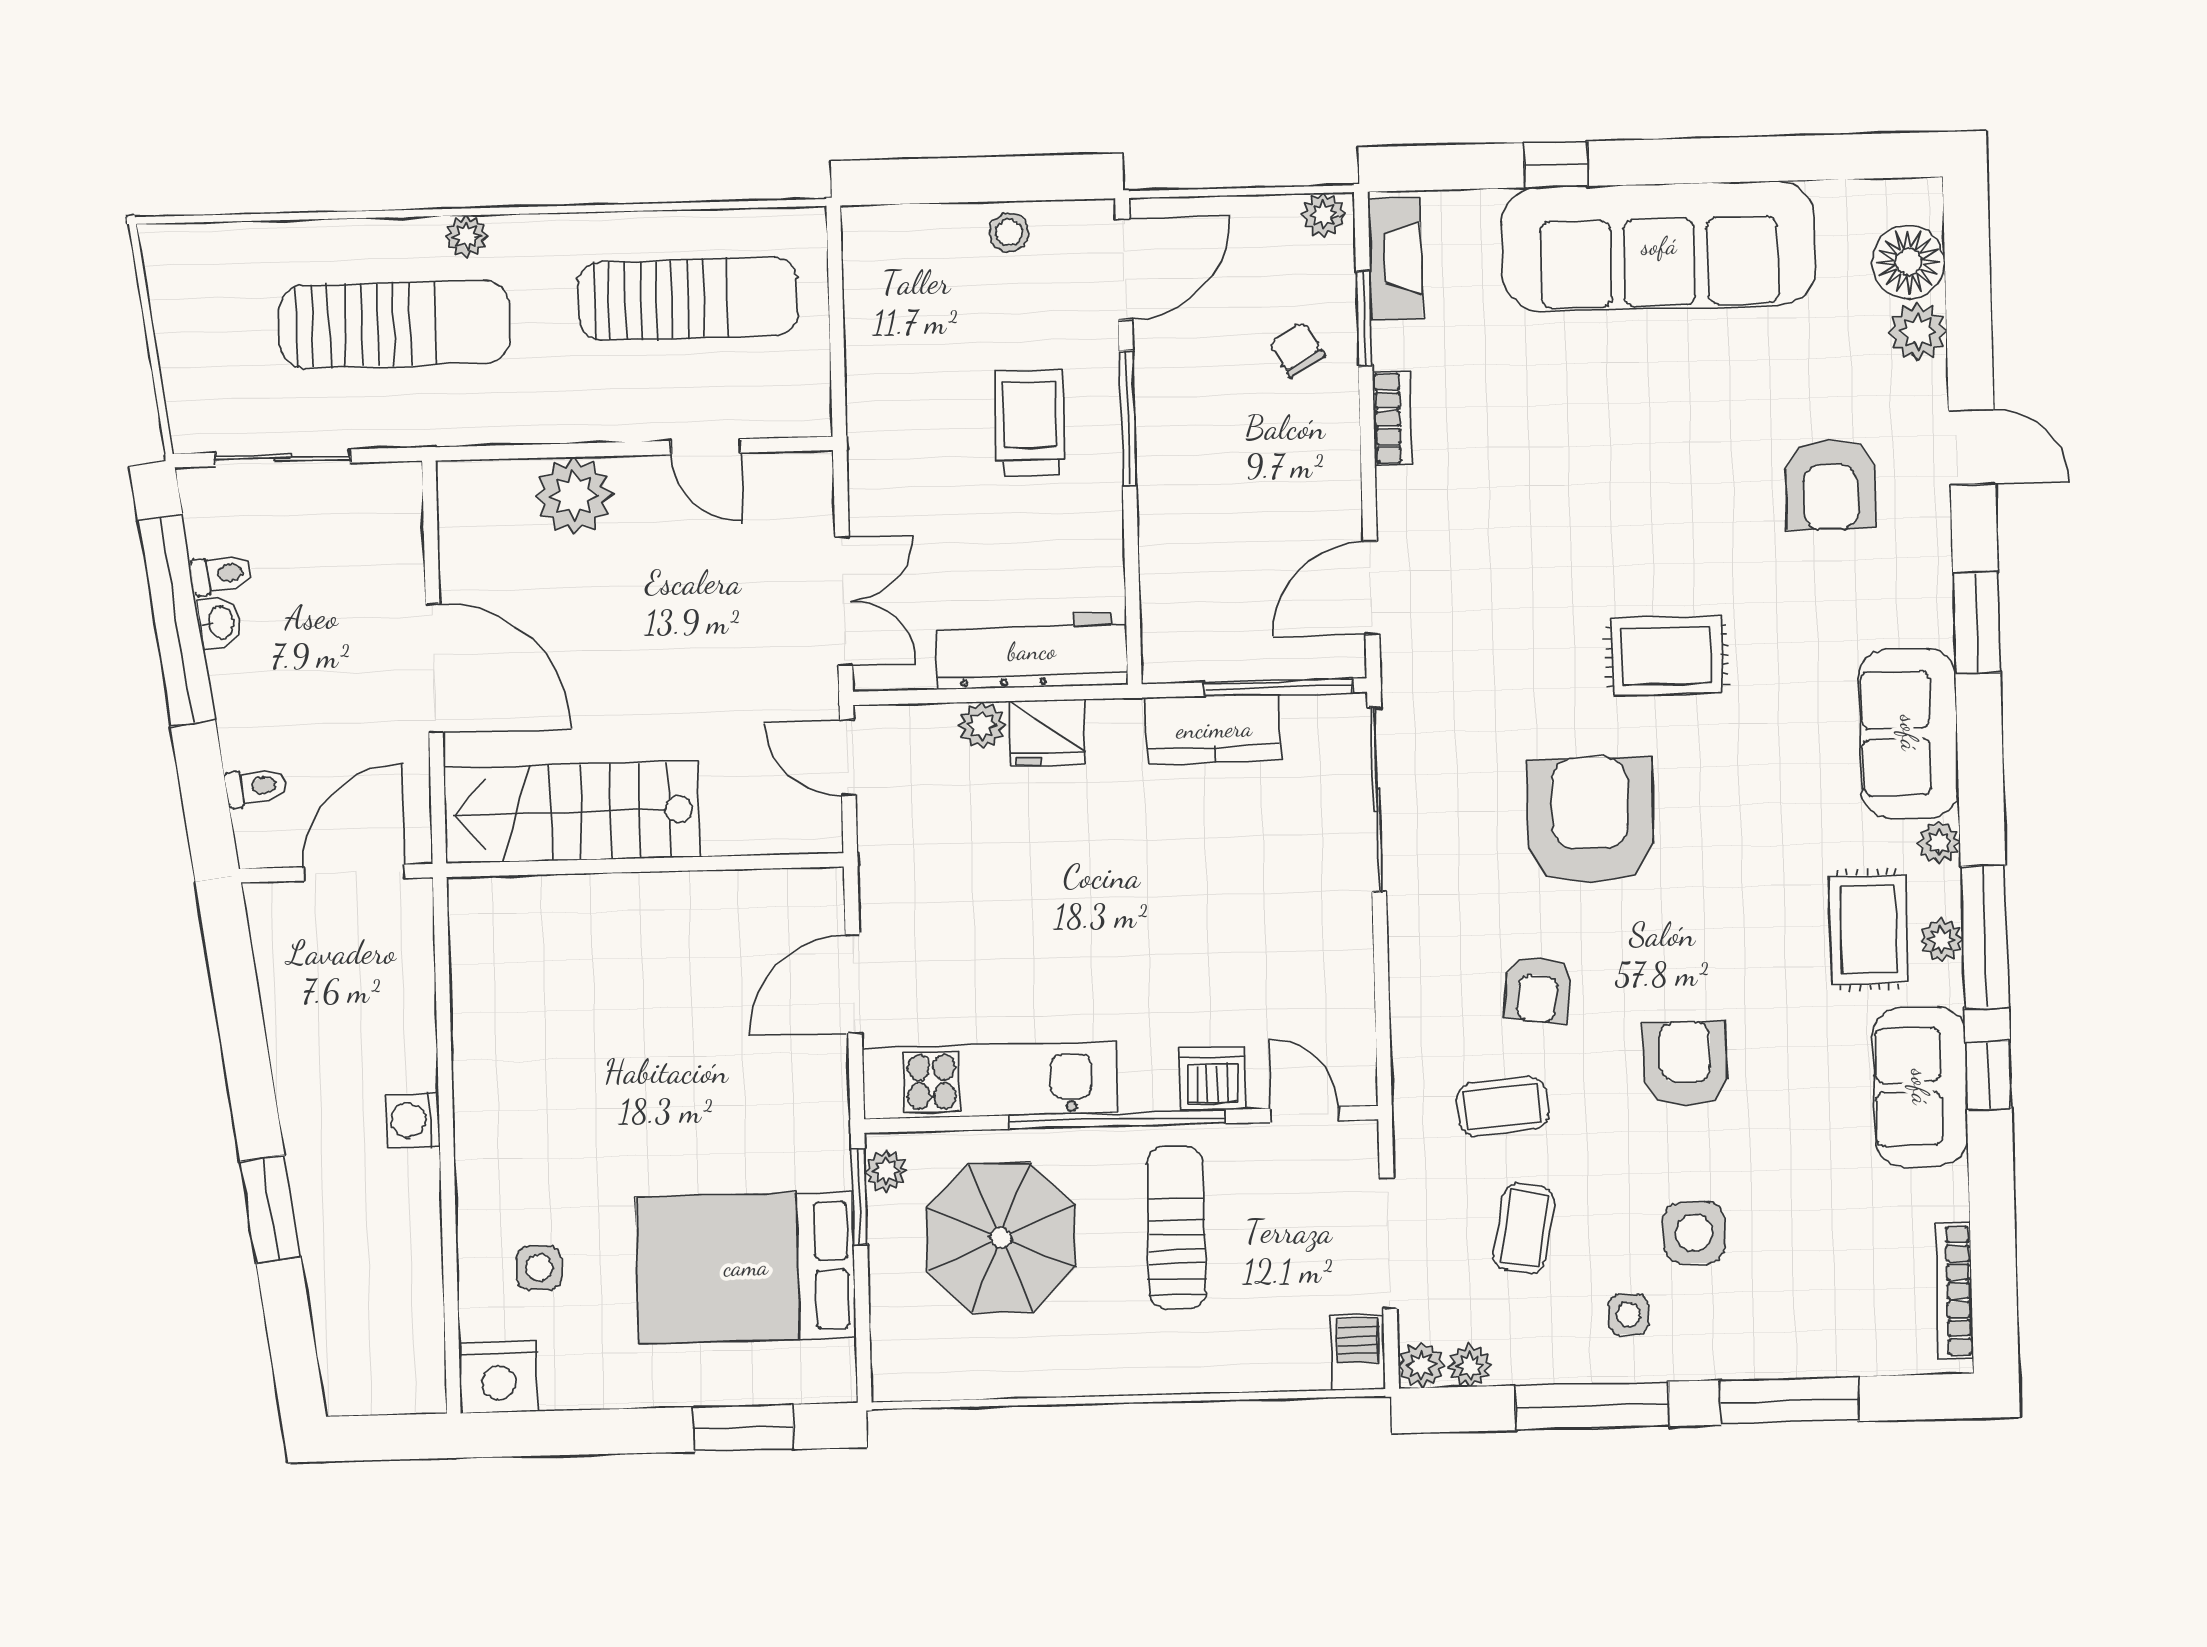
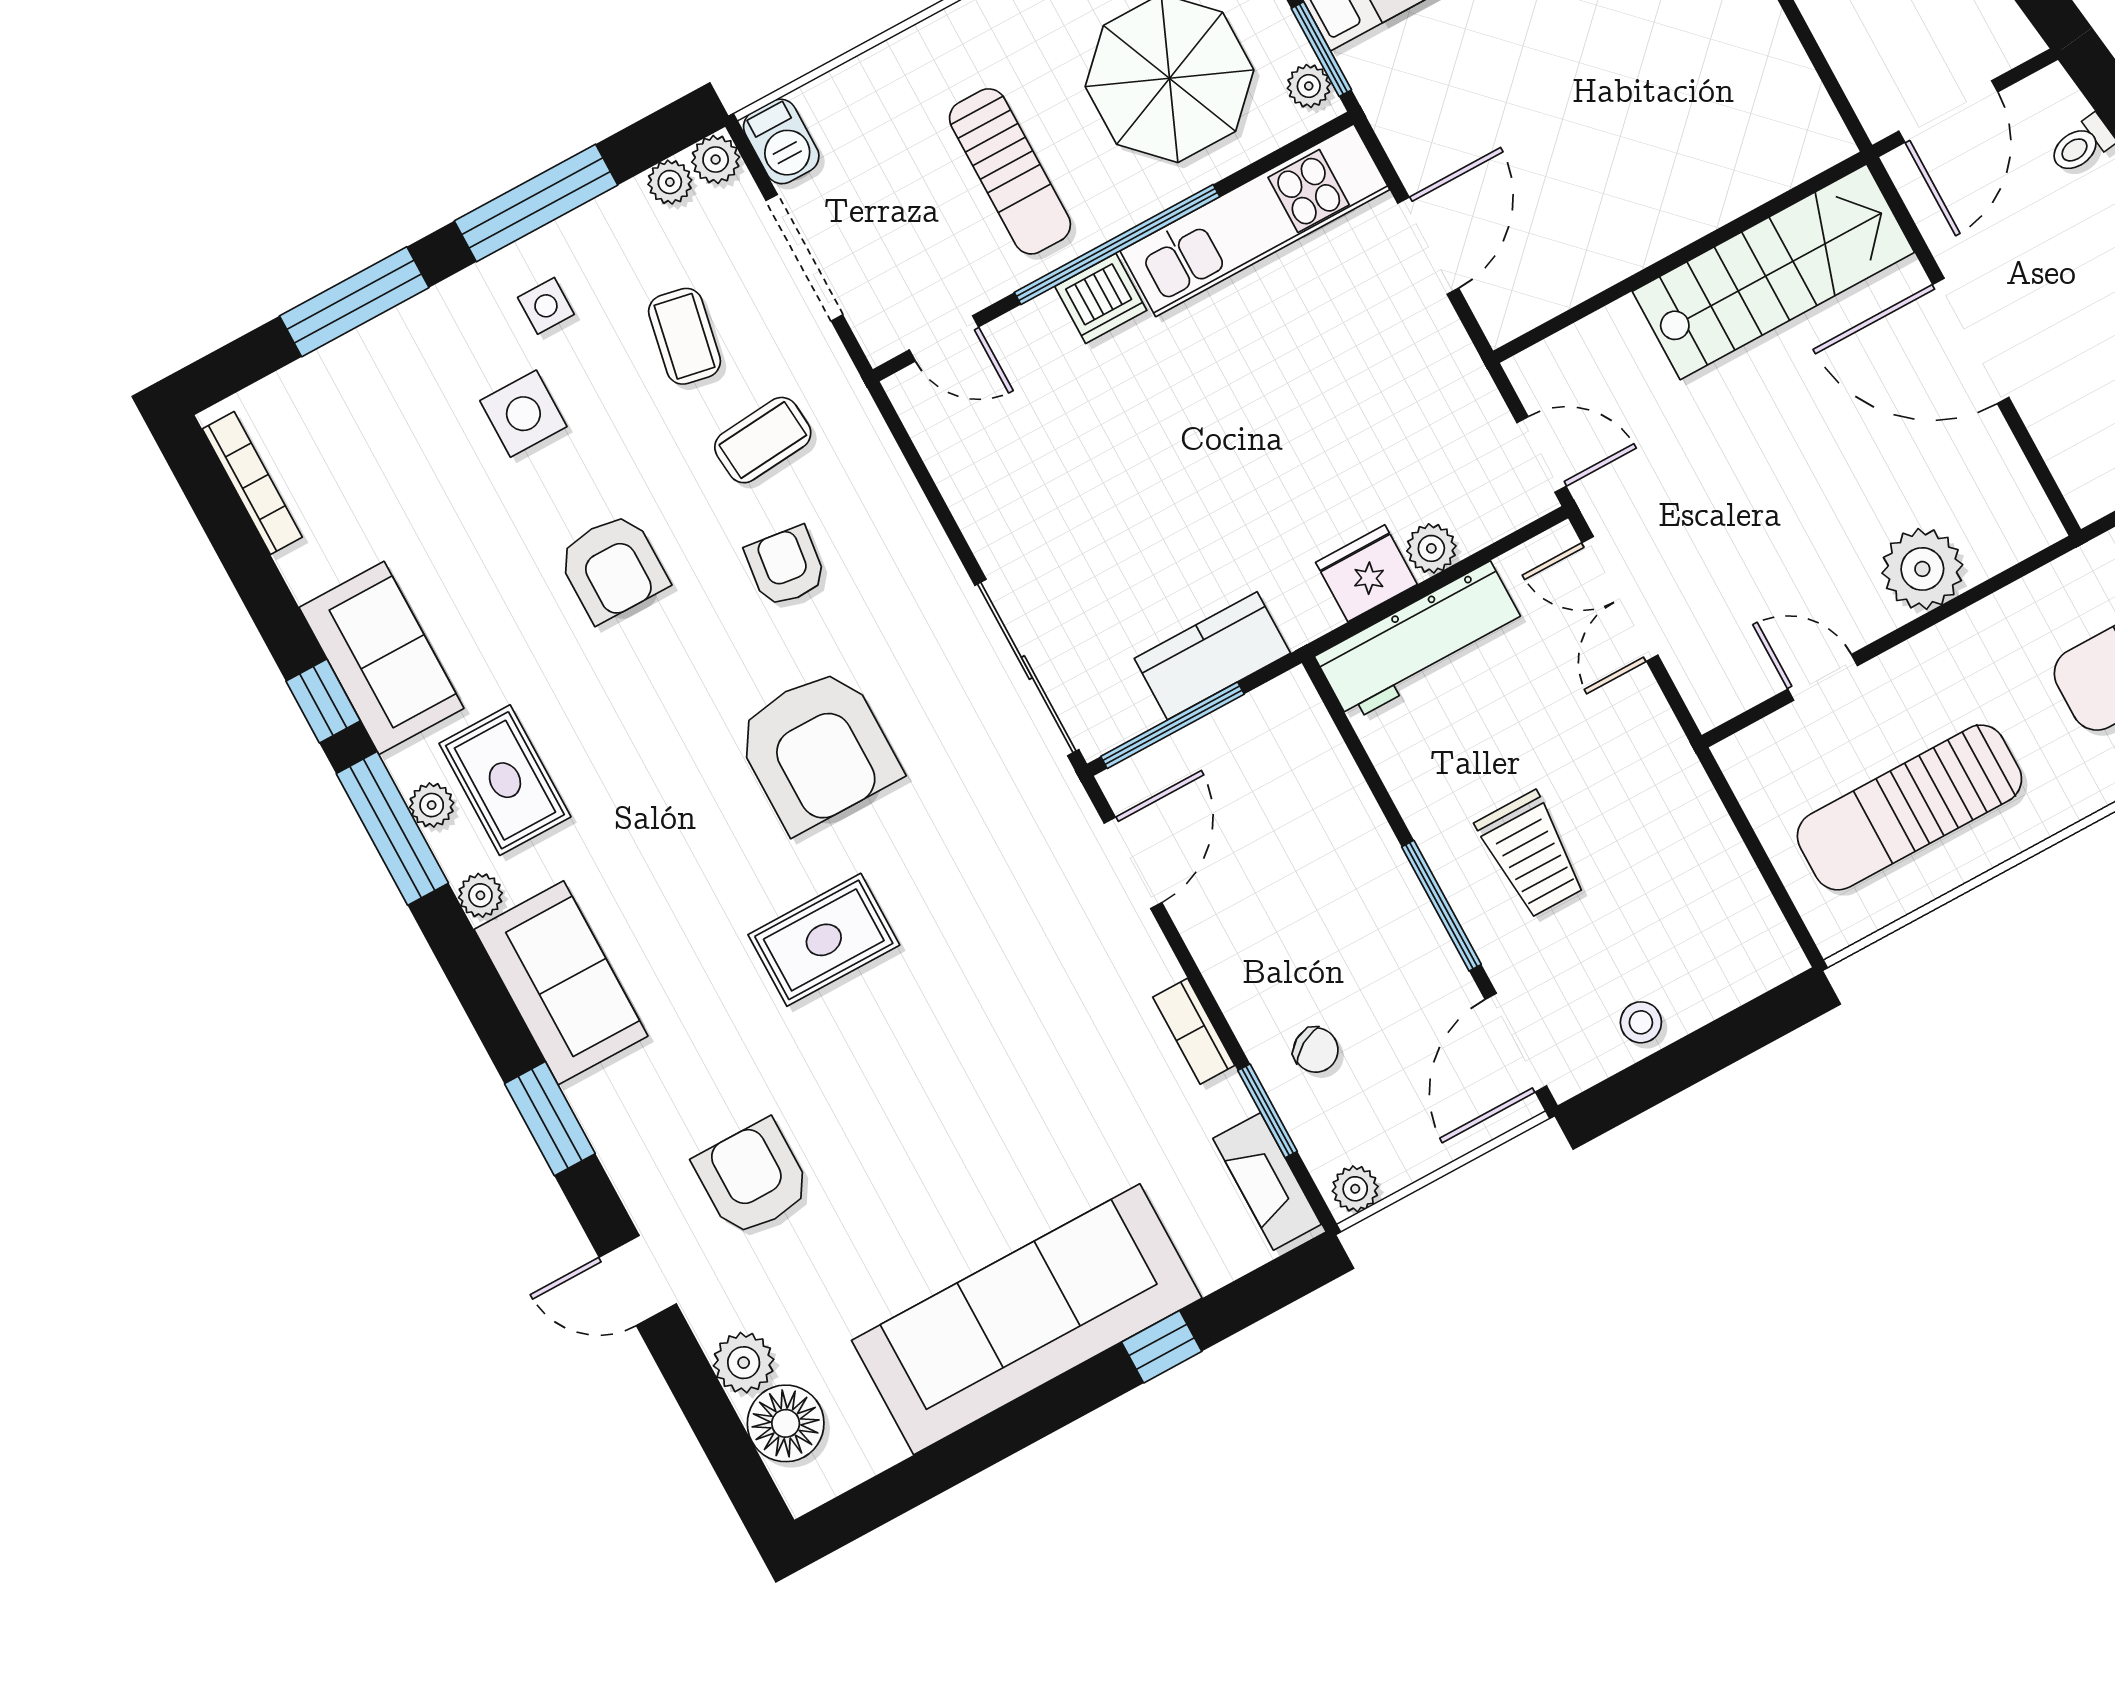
dishwasher: (1212, 1079) -> (1101, 298), moved

